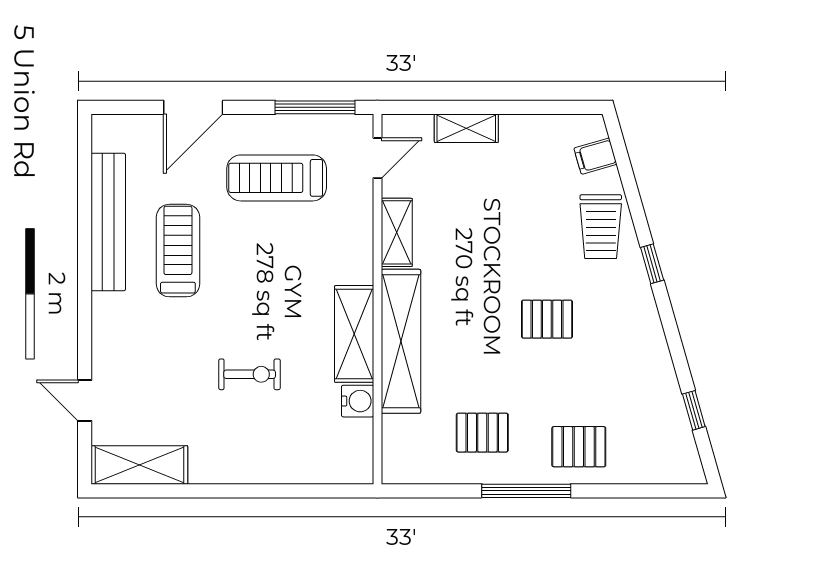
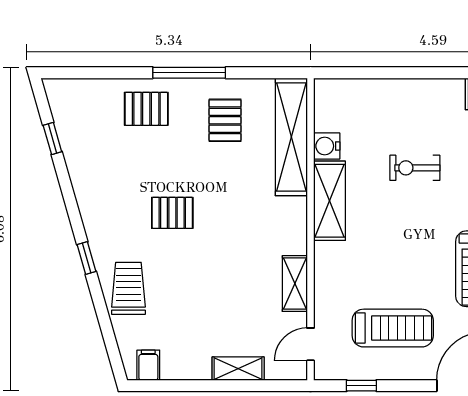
window: (315, 107) -> (361, 386), width x0.46
filing cabinet: (595, 156) -> (148, 365), moved, turned -74
shelving: (401, 341) -> (291, 137), moved
pallet: (482, 433) -> (225, 120), turned 90

